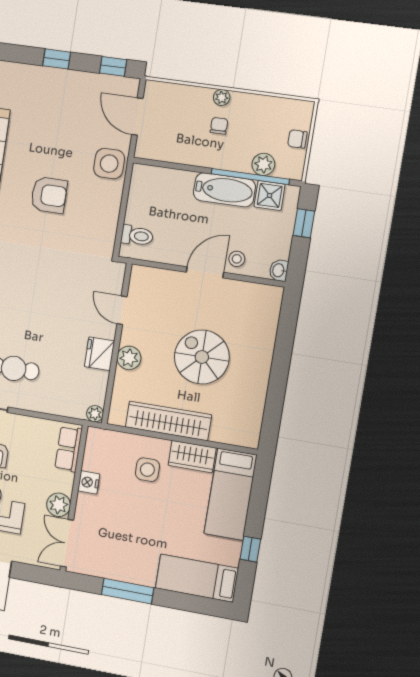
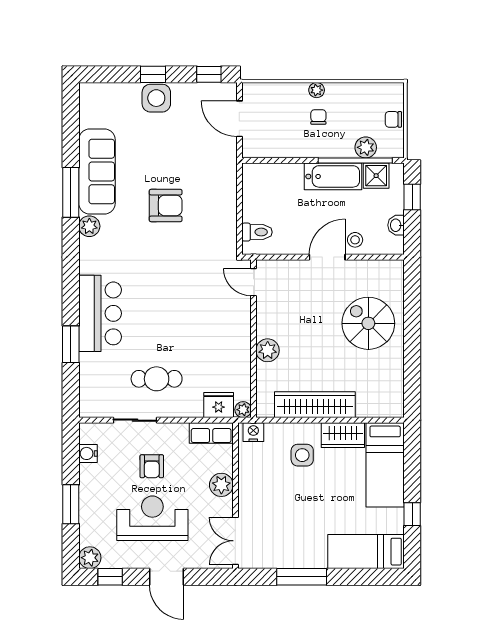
side table: (109, 164) -> (156, 98), moved
washbasin: (279, 270) -> (396, 225), moved
door: (122, 310) -> (254, 282), moved
fridge: (99, 354) -> (219, 405), moved, turned 90
spiral stairs: (202, 357) -> (368, 323), moved
row of seats: (68, 449) -> (211, 433), moved, turned -90
nightstand: (89, 482) -> (253, 432), moved, turned 90
plant: (59, 505) -> (221, 485), moved

